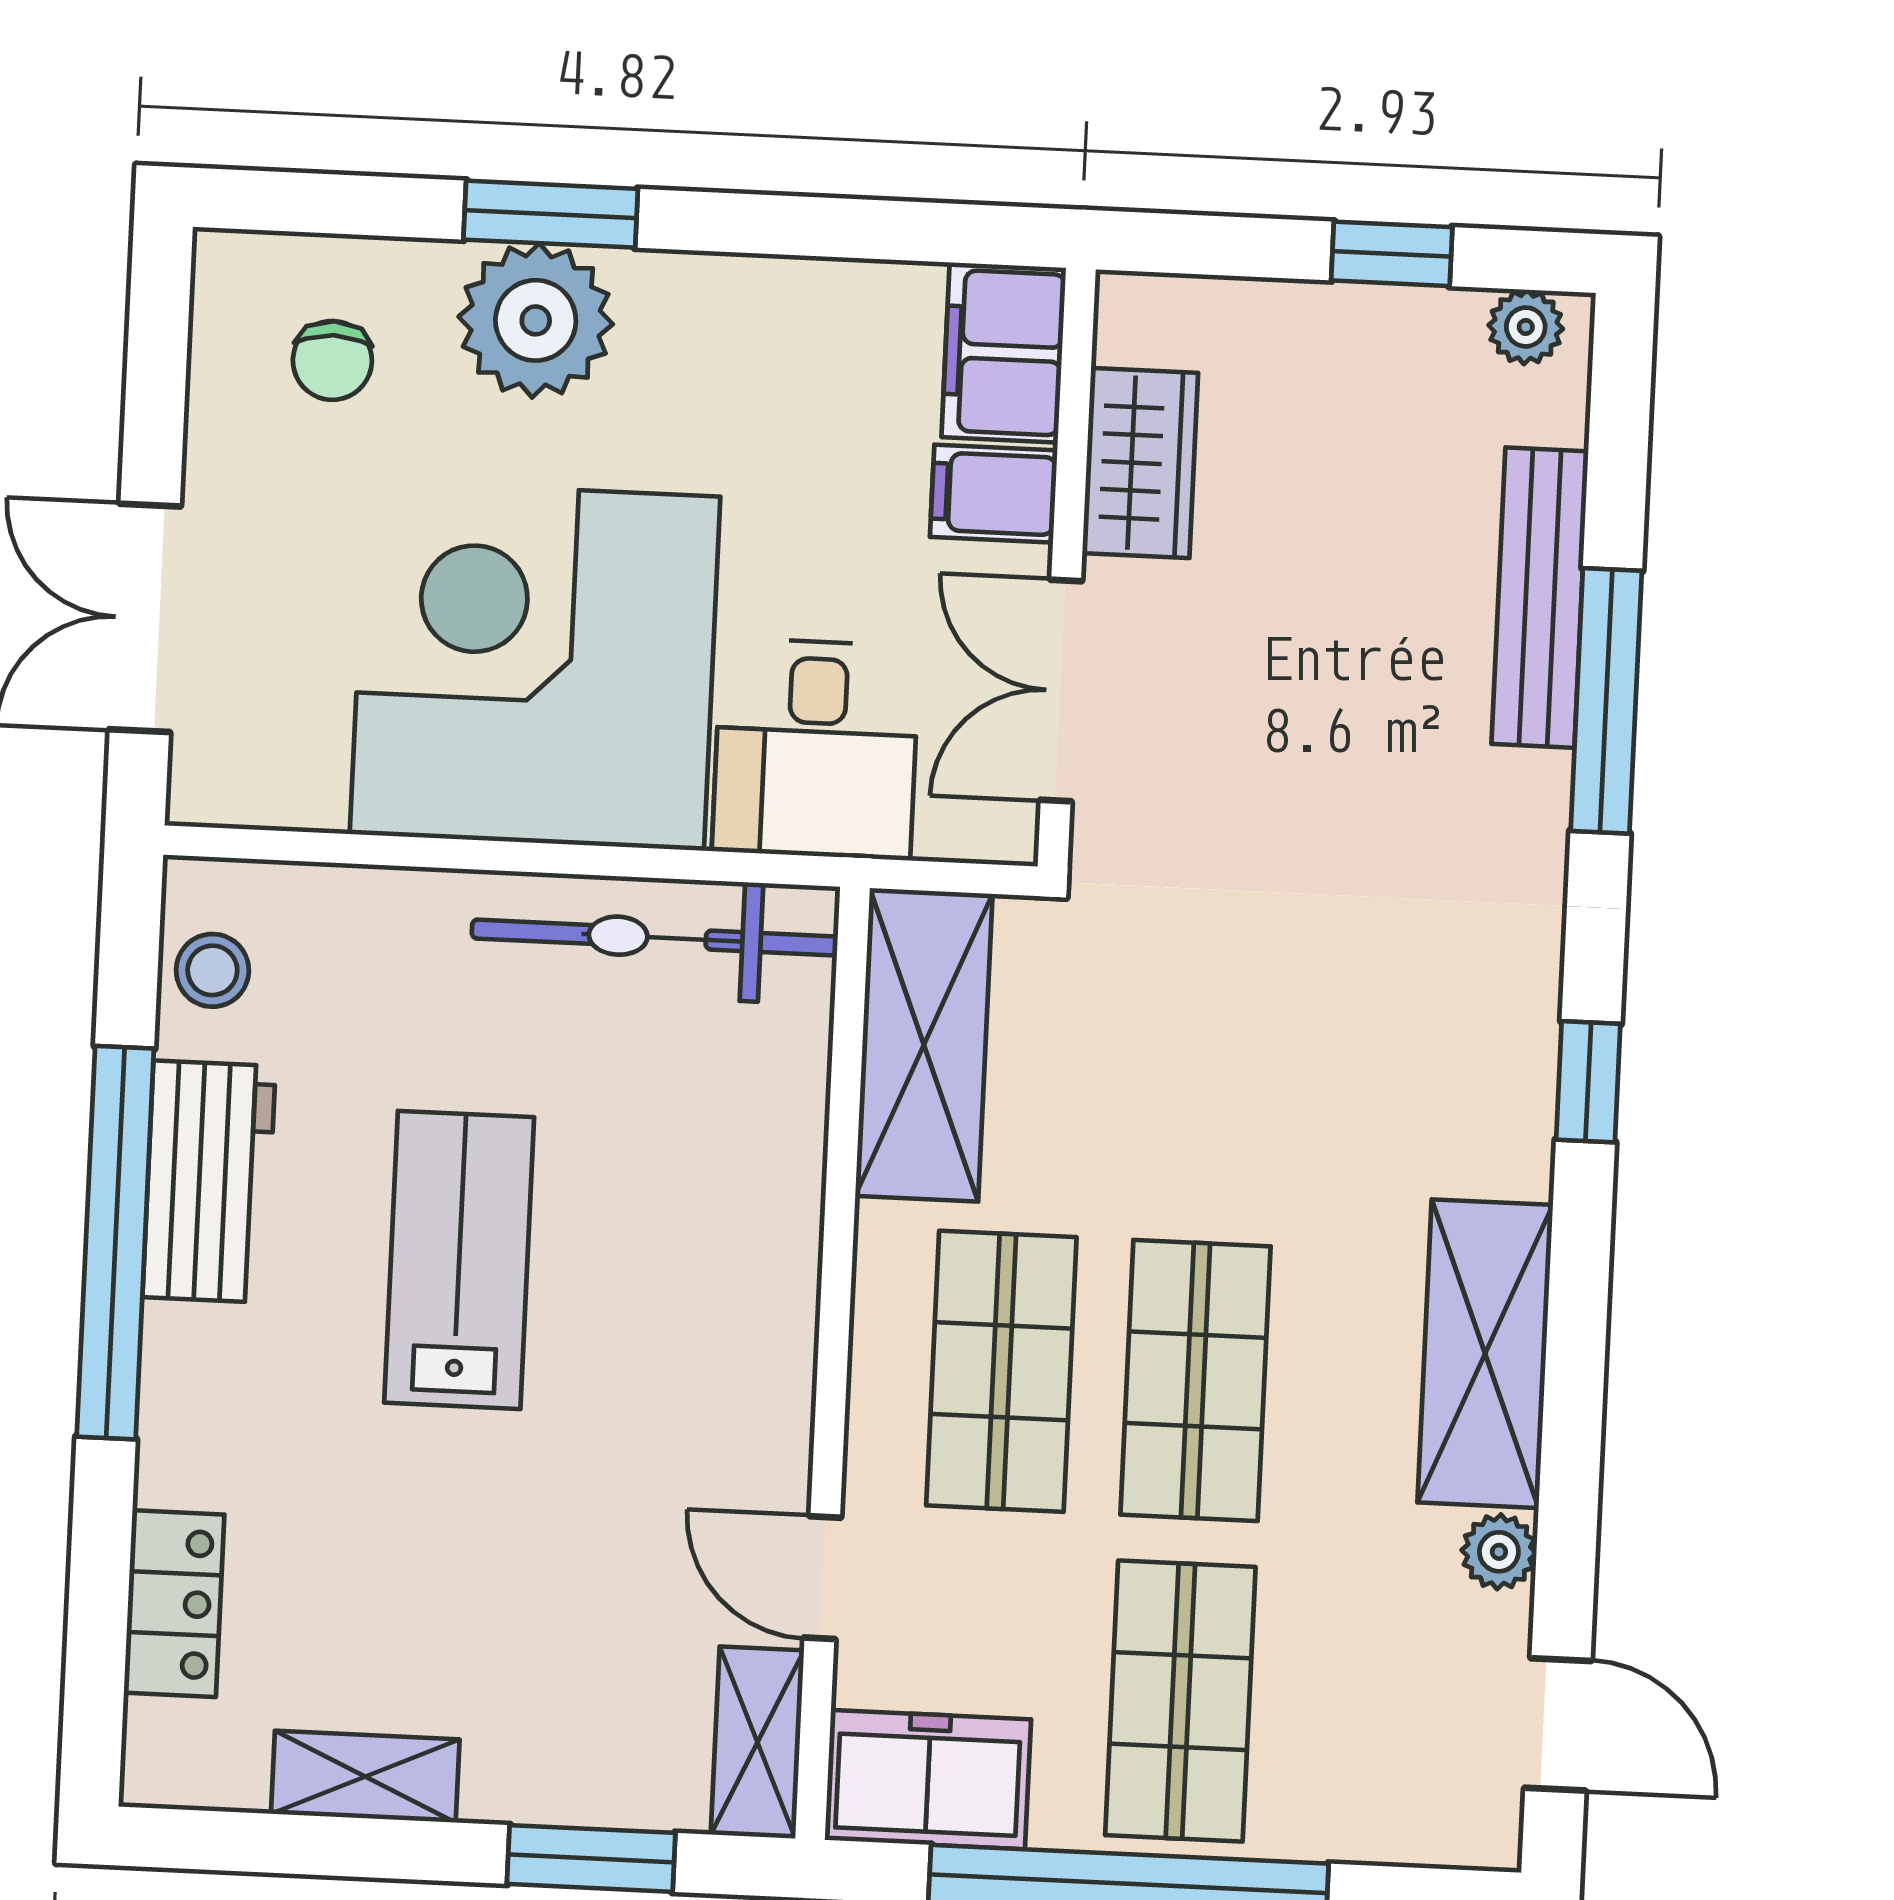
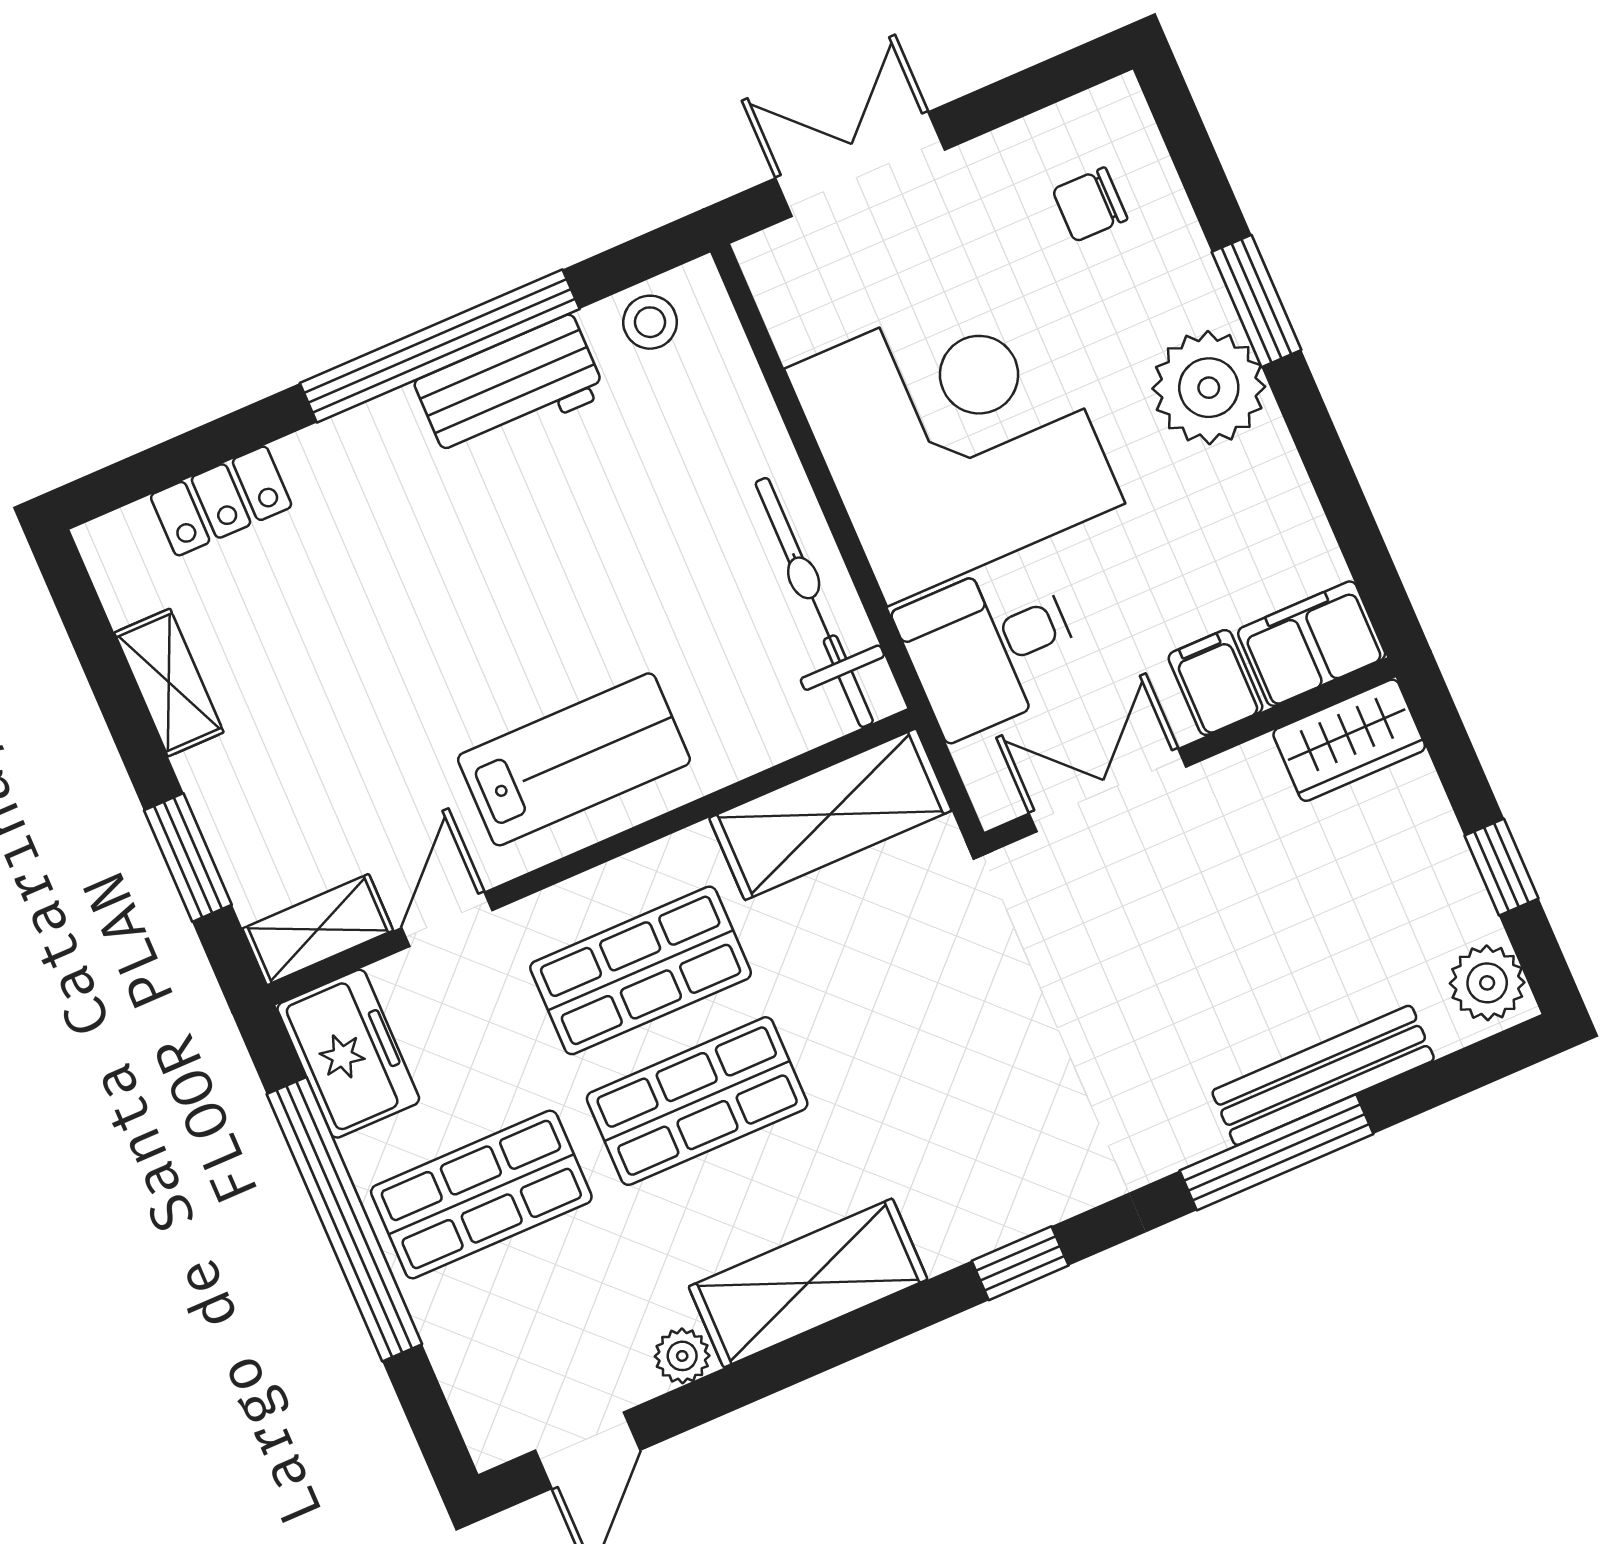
plant: (536, 320) -> (1209, 388), moved
plant: (1526, 327) -> (1487, 983), width x1.38, depth x1.38
wardrobe: (1140, 463) -> (1349, 740), moved
lab bench: (459, 1260) -> (574, 759), moved

